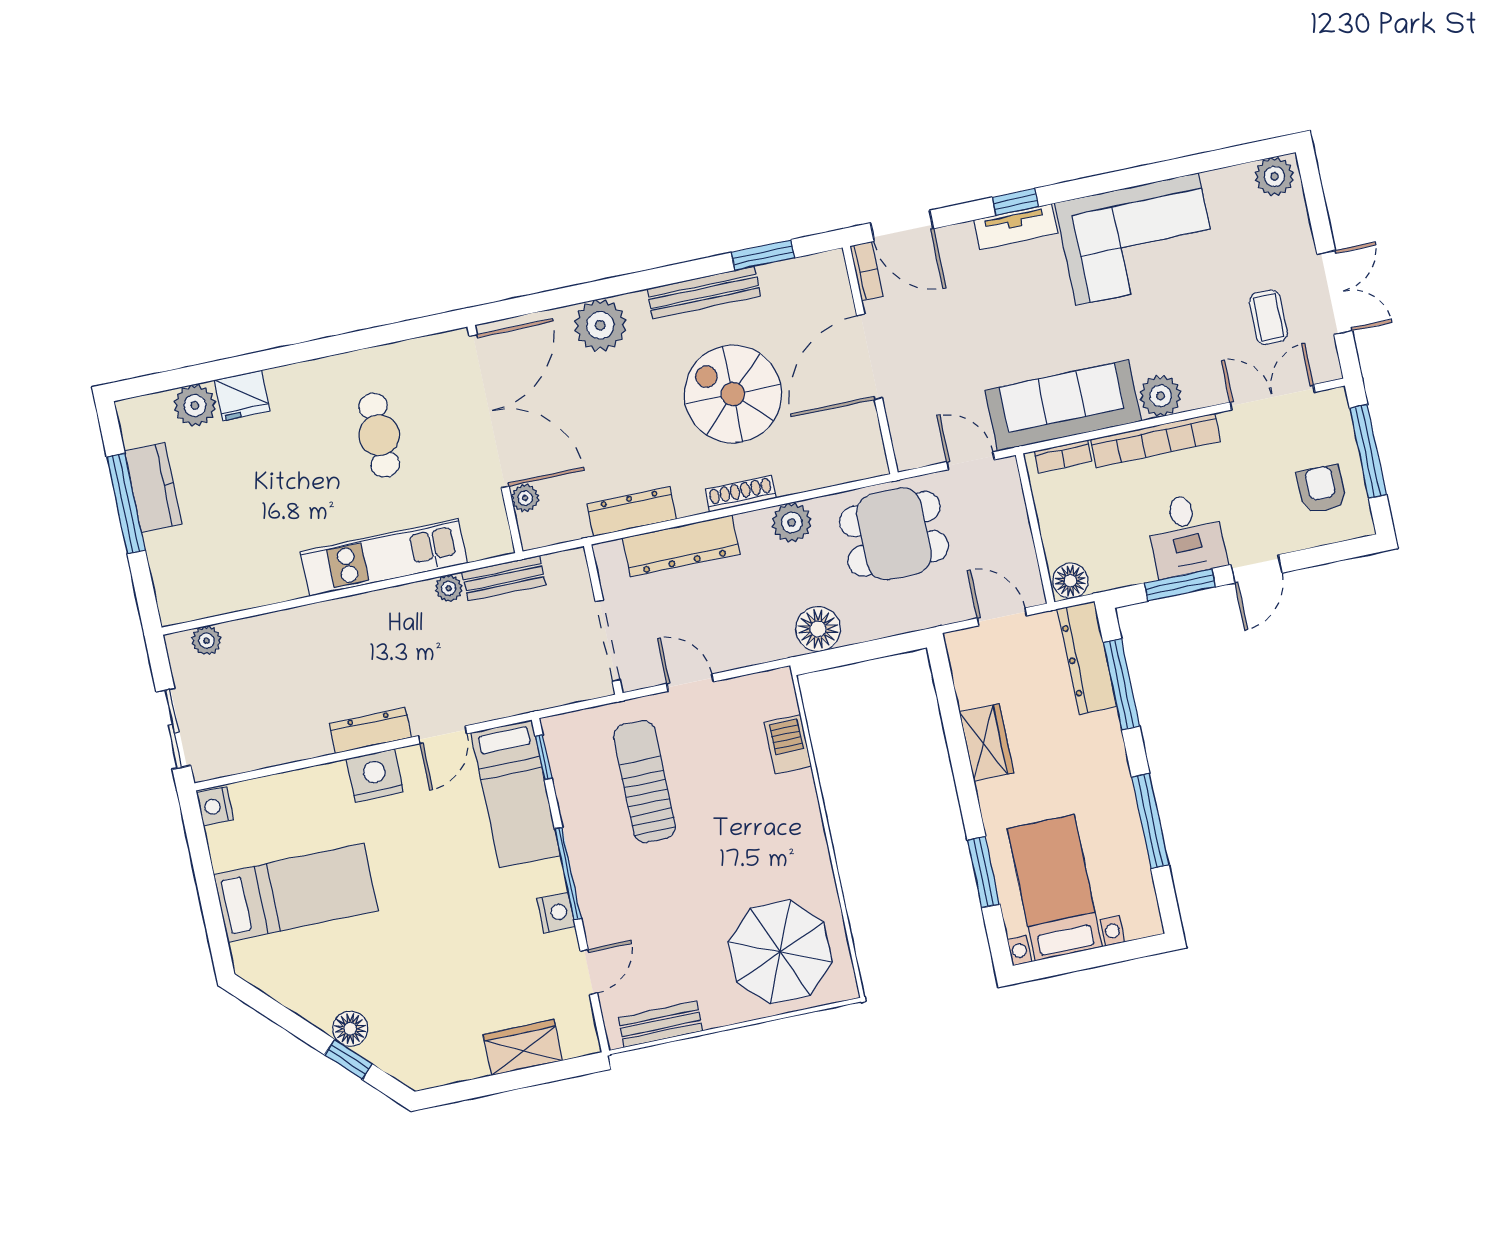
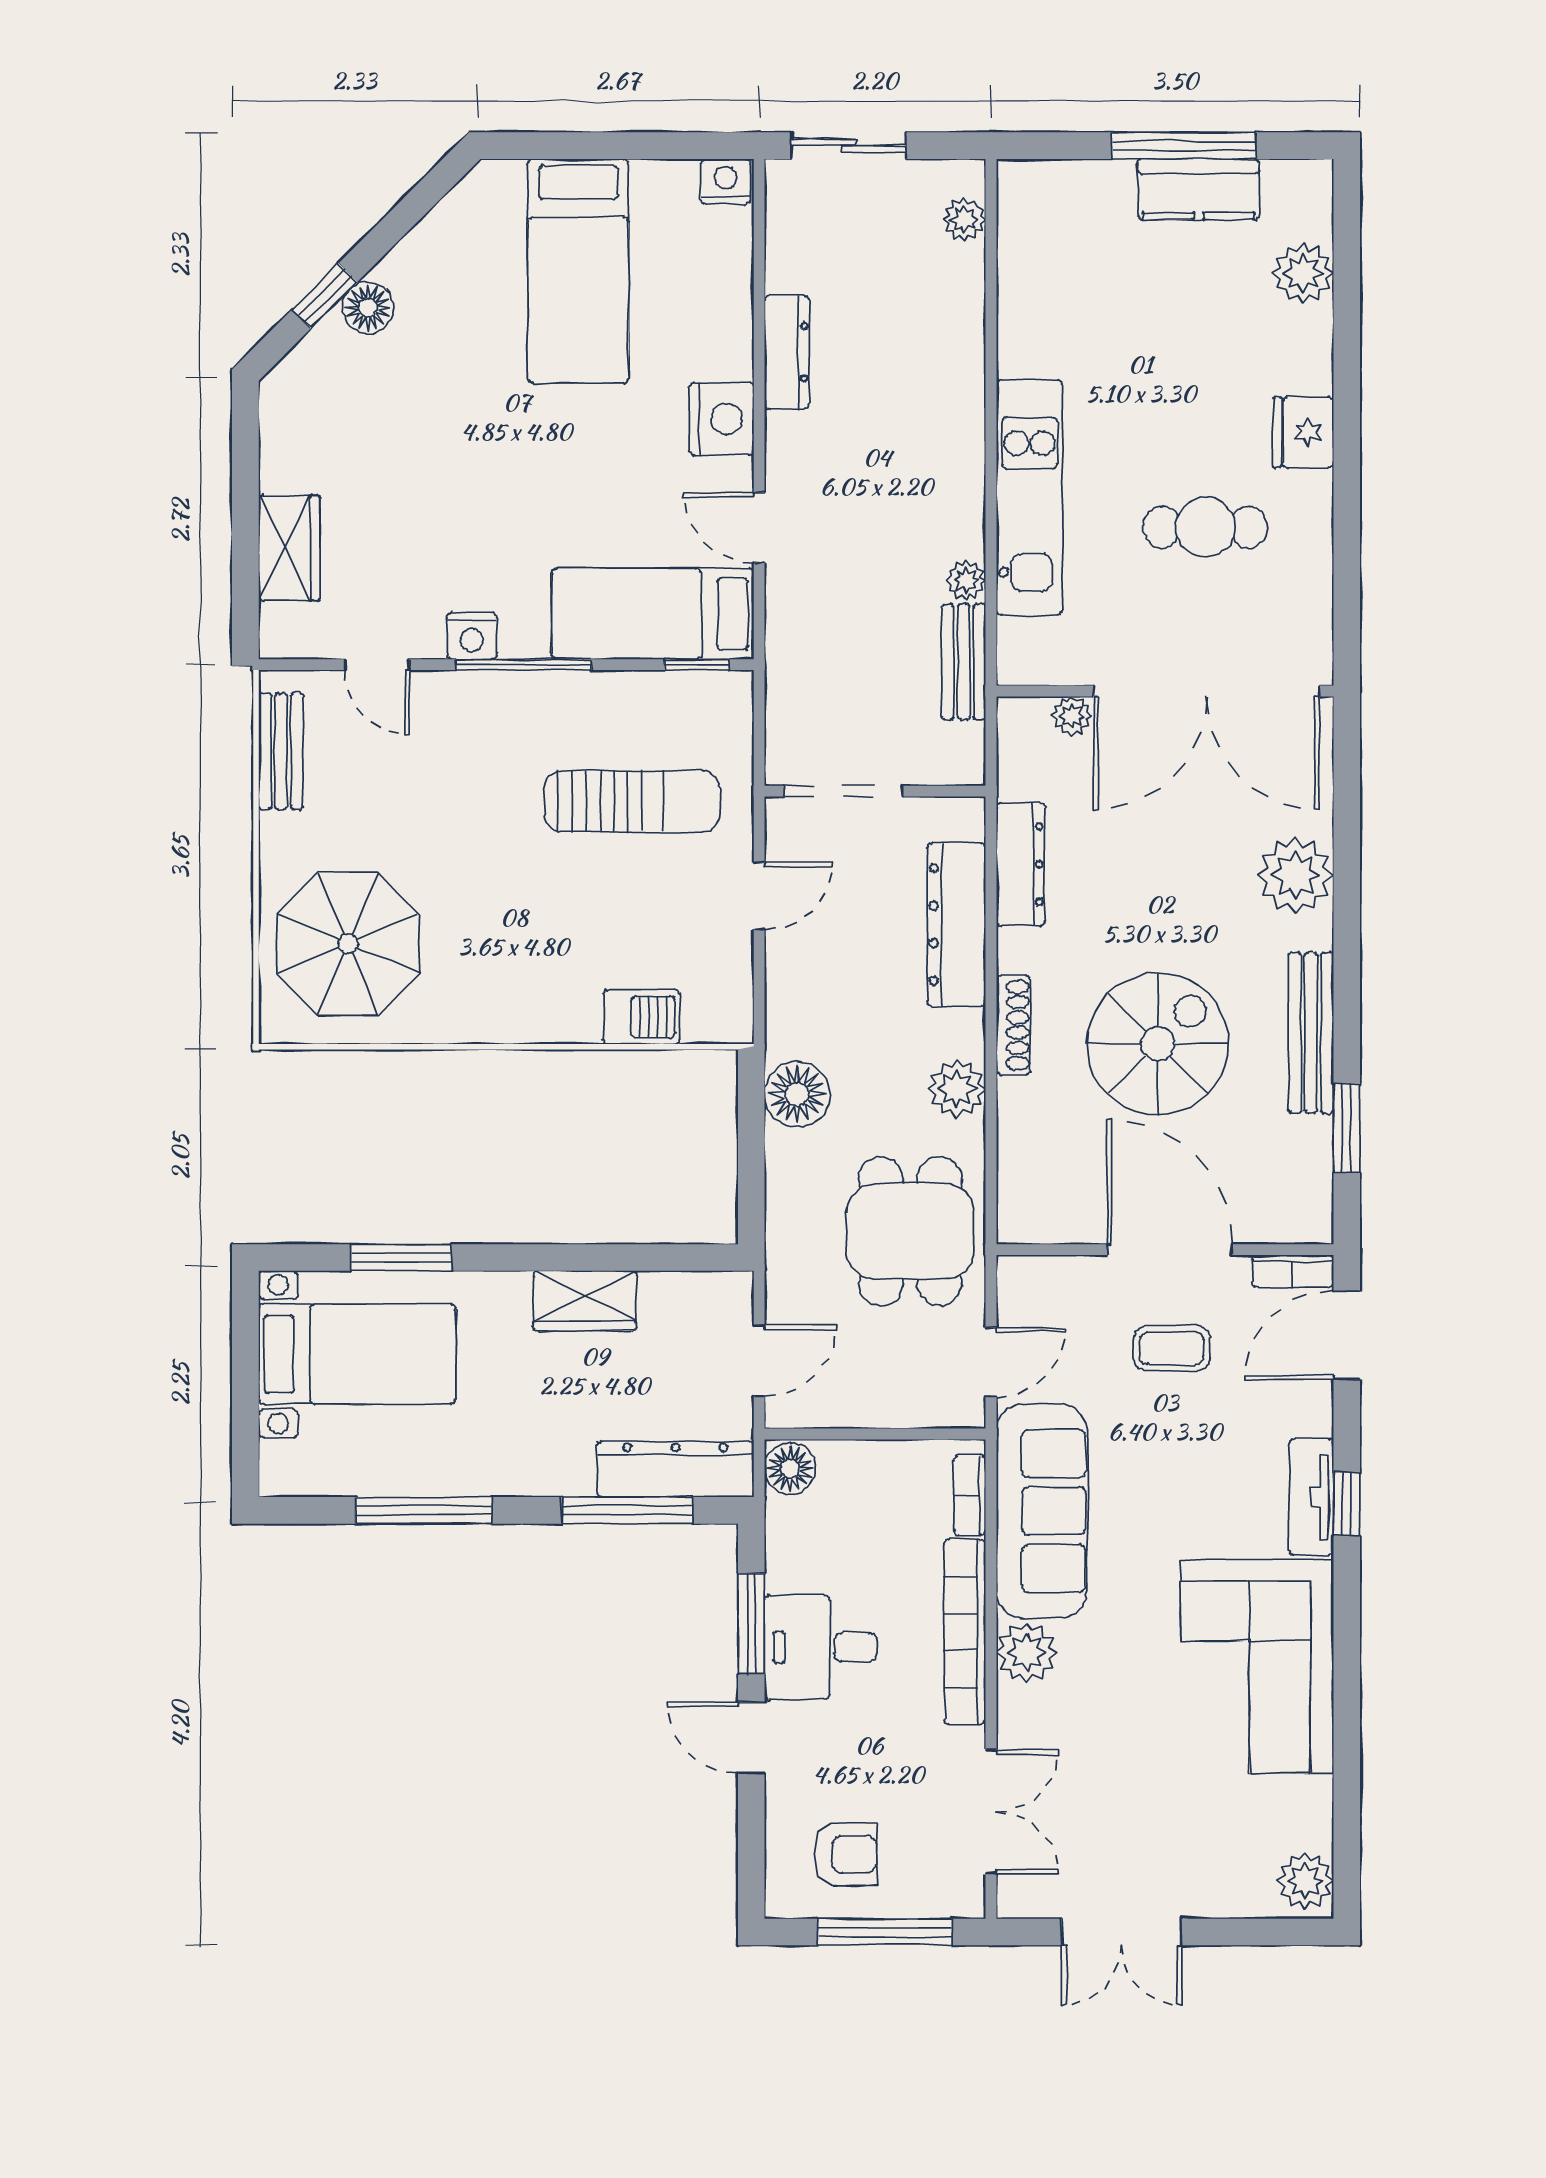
coffee table: (1268, 317) -> (1172, 1348), moved
fridge: (242, 395) -> (1303, 432), moved
dresser: (370, 731) -> (787, 352), moved

